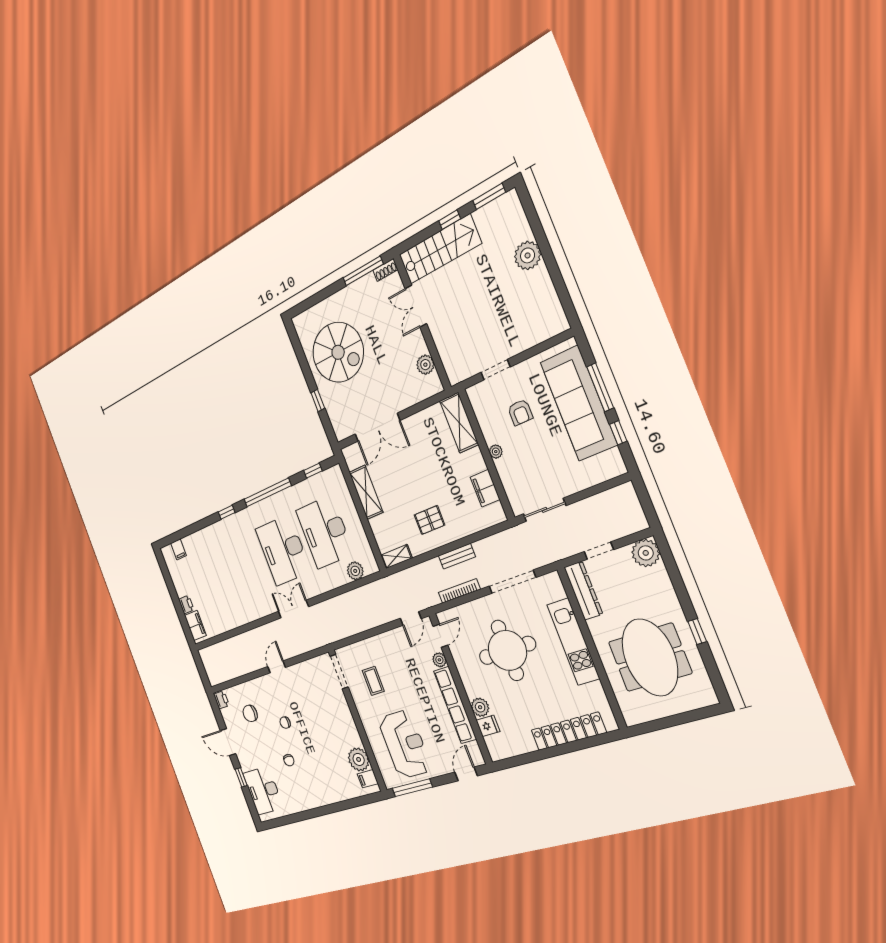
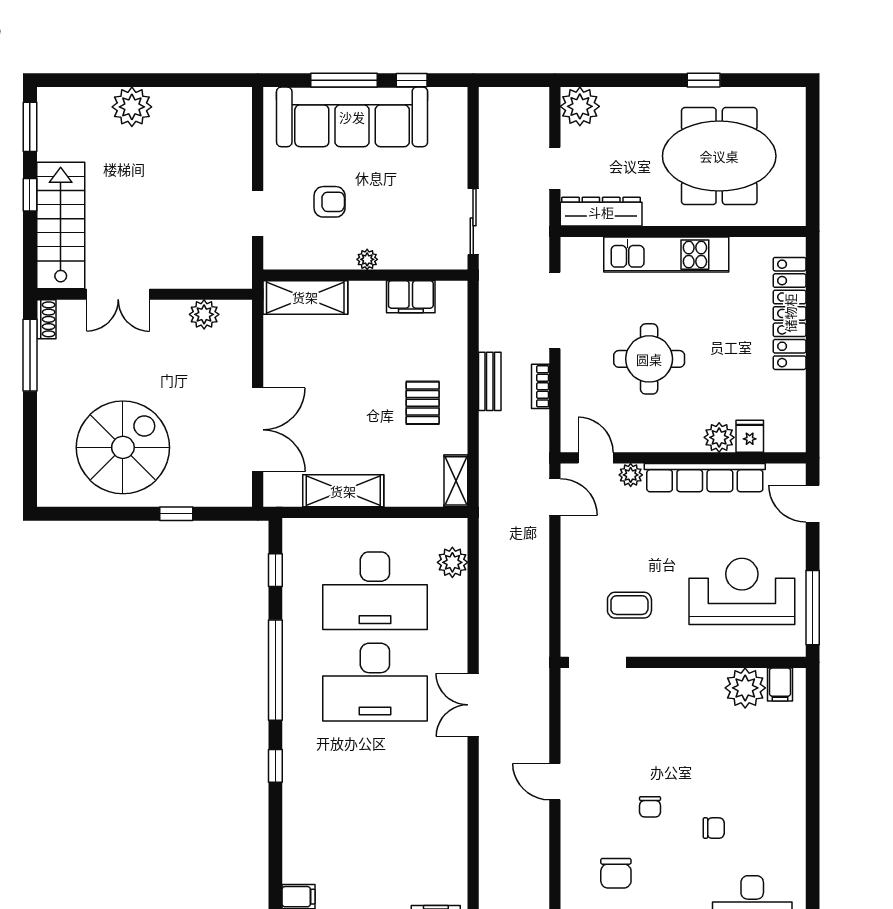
bookcase: (459, 591) -> (541, 386), width x0.64
round table: (507, 650) -> (649, 359), width x0.73, depth x0.73

